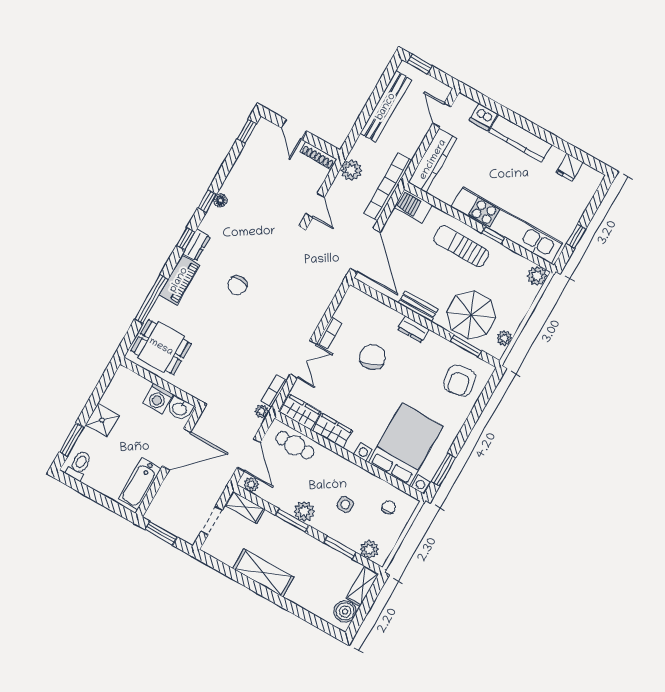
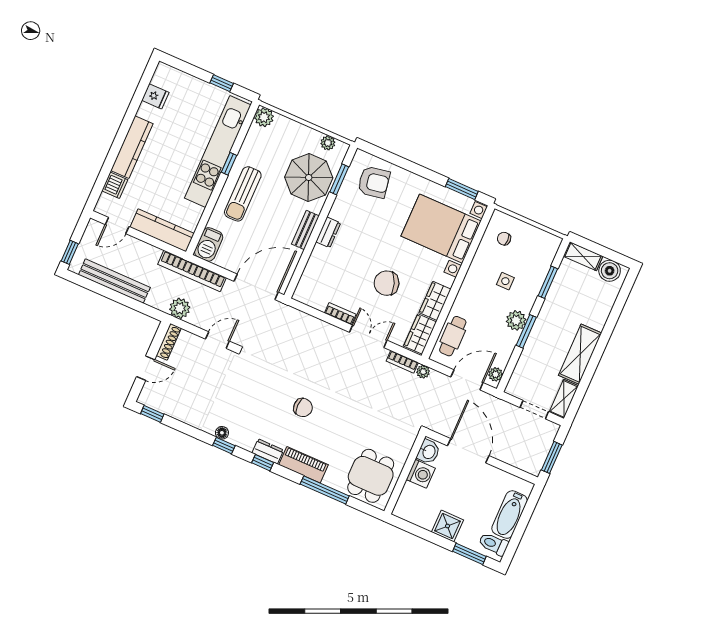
chair: (373, 357) -> (387, 283), moved
bathtub: (140, 483) -> (510, 515), moved, turned 90
shelving: (245, 507) -> (564, 399), moved
plant: (369, 549) -> (547, 253), removed

